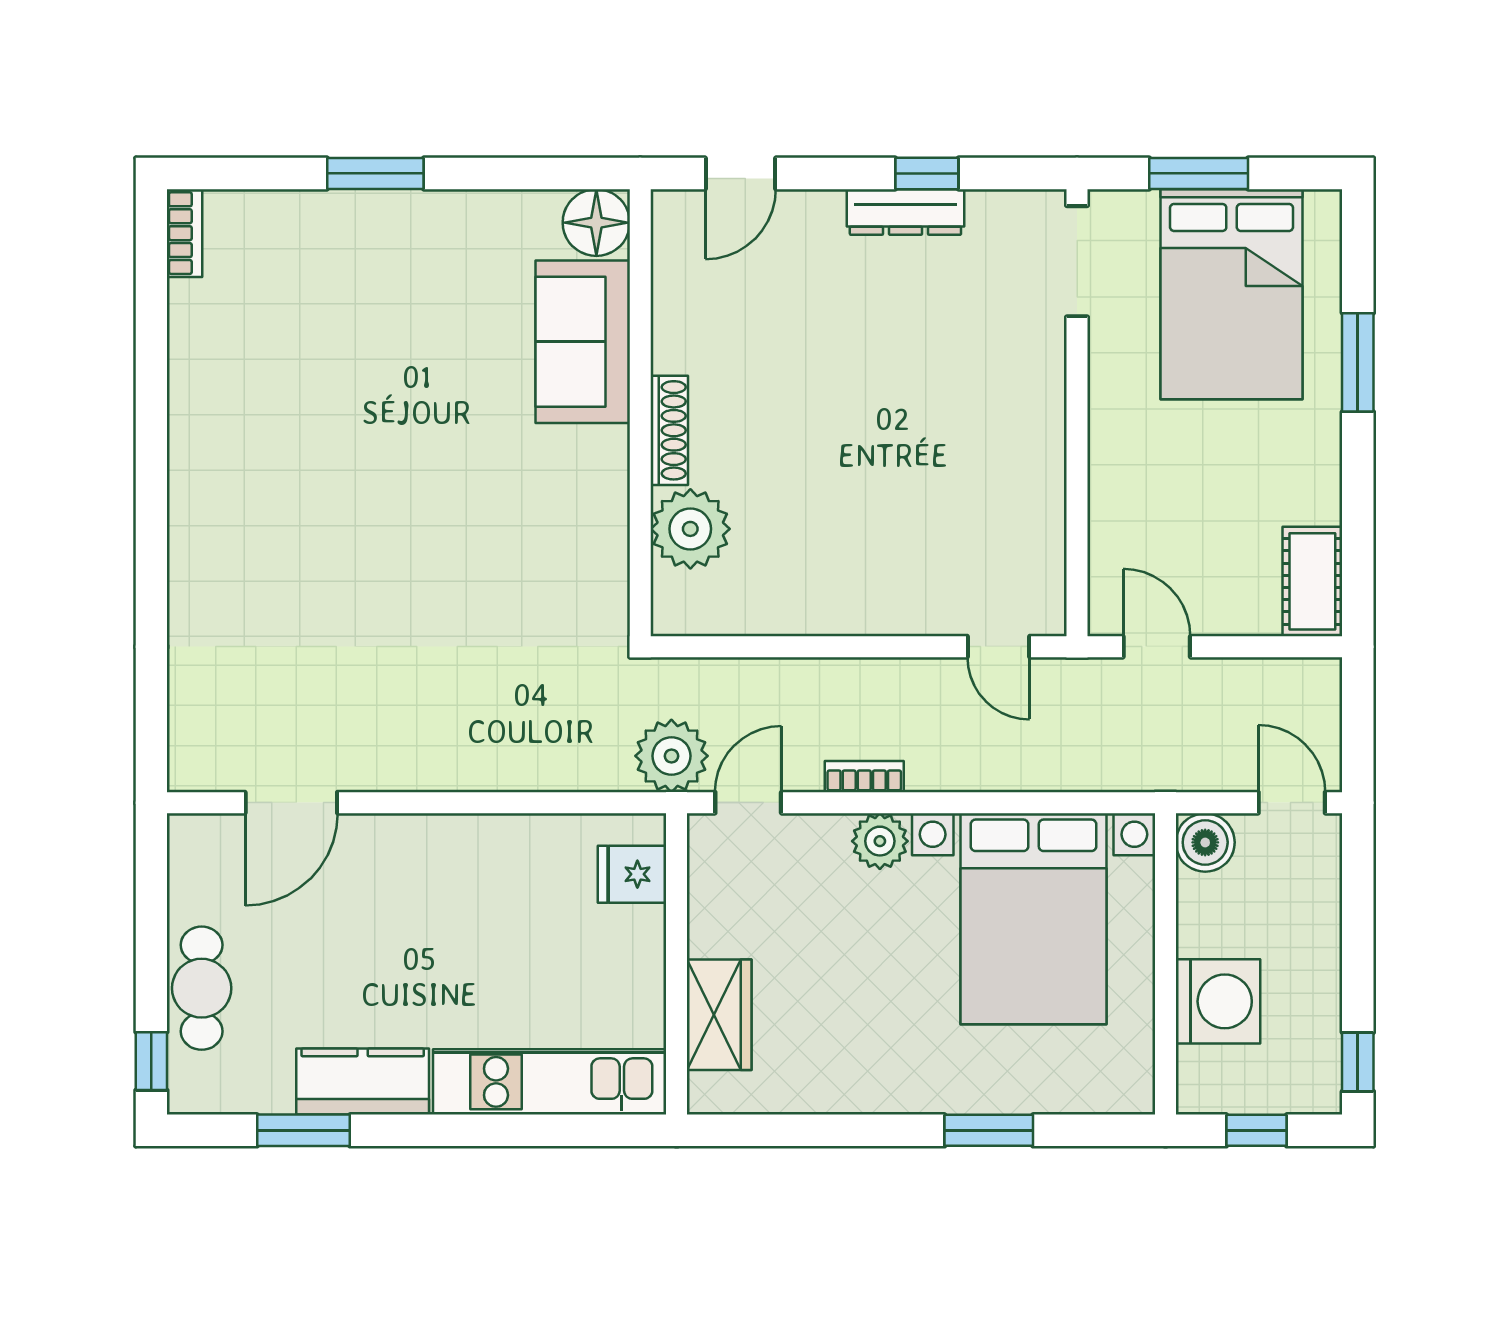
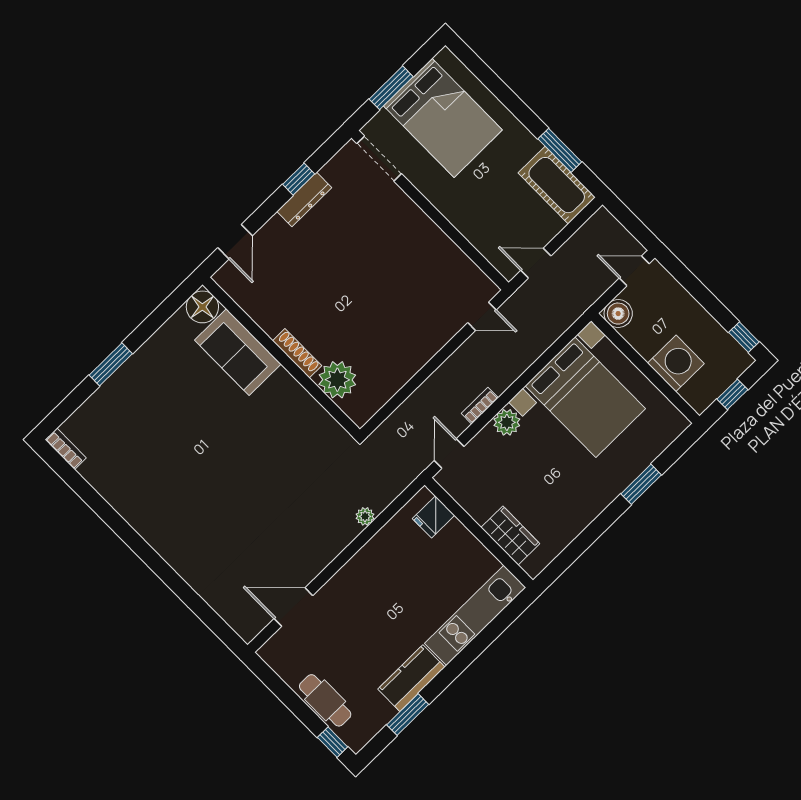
window: (1358, 362) -> (560, 150), moved
cot: (1312, 581) -> (557, 185), width x1.37, depth x1.34
plant: (671, 756) -> (365, 516), moved, width x0.53, depth x0.53
door: (291, 803) -> (293, 607), swing flipped

